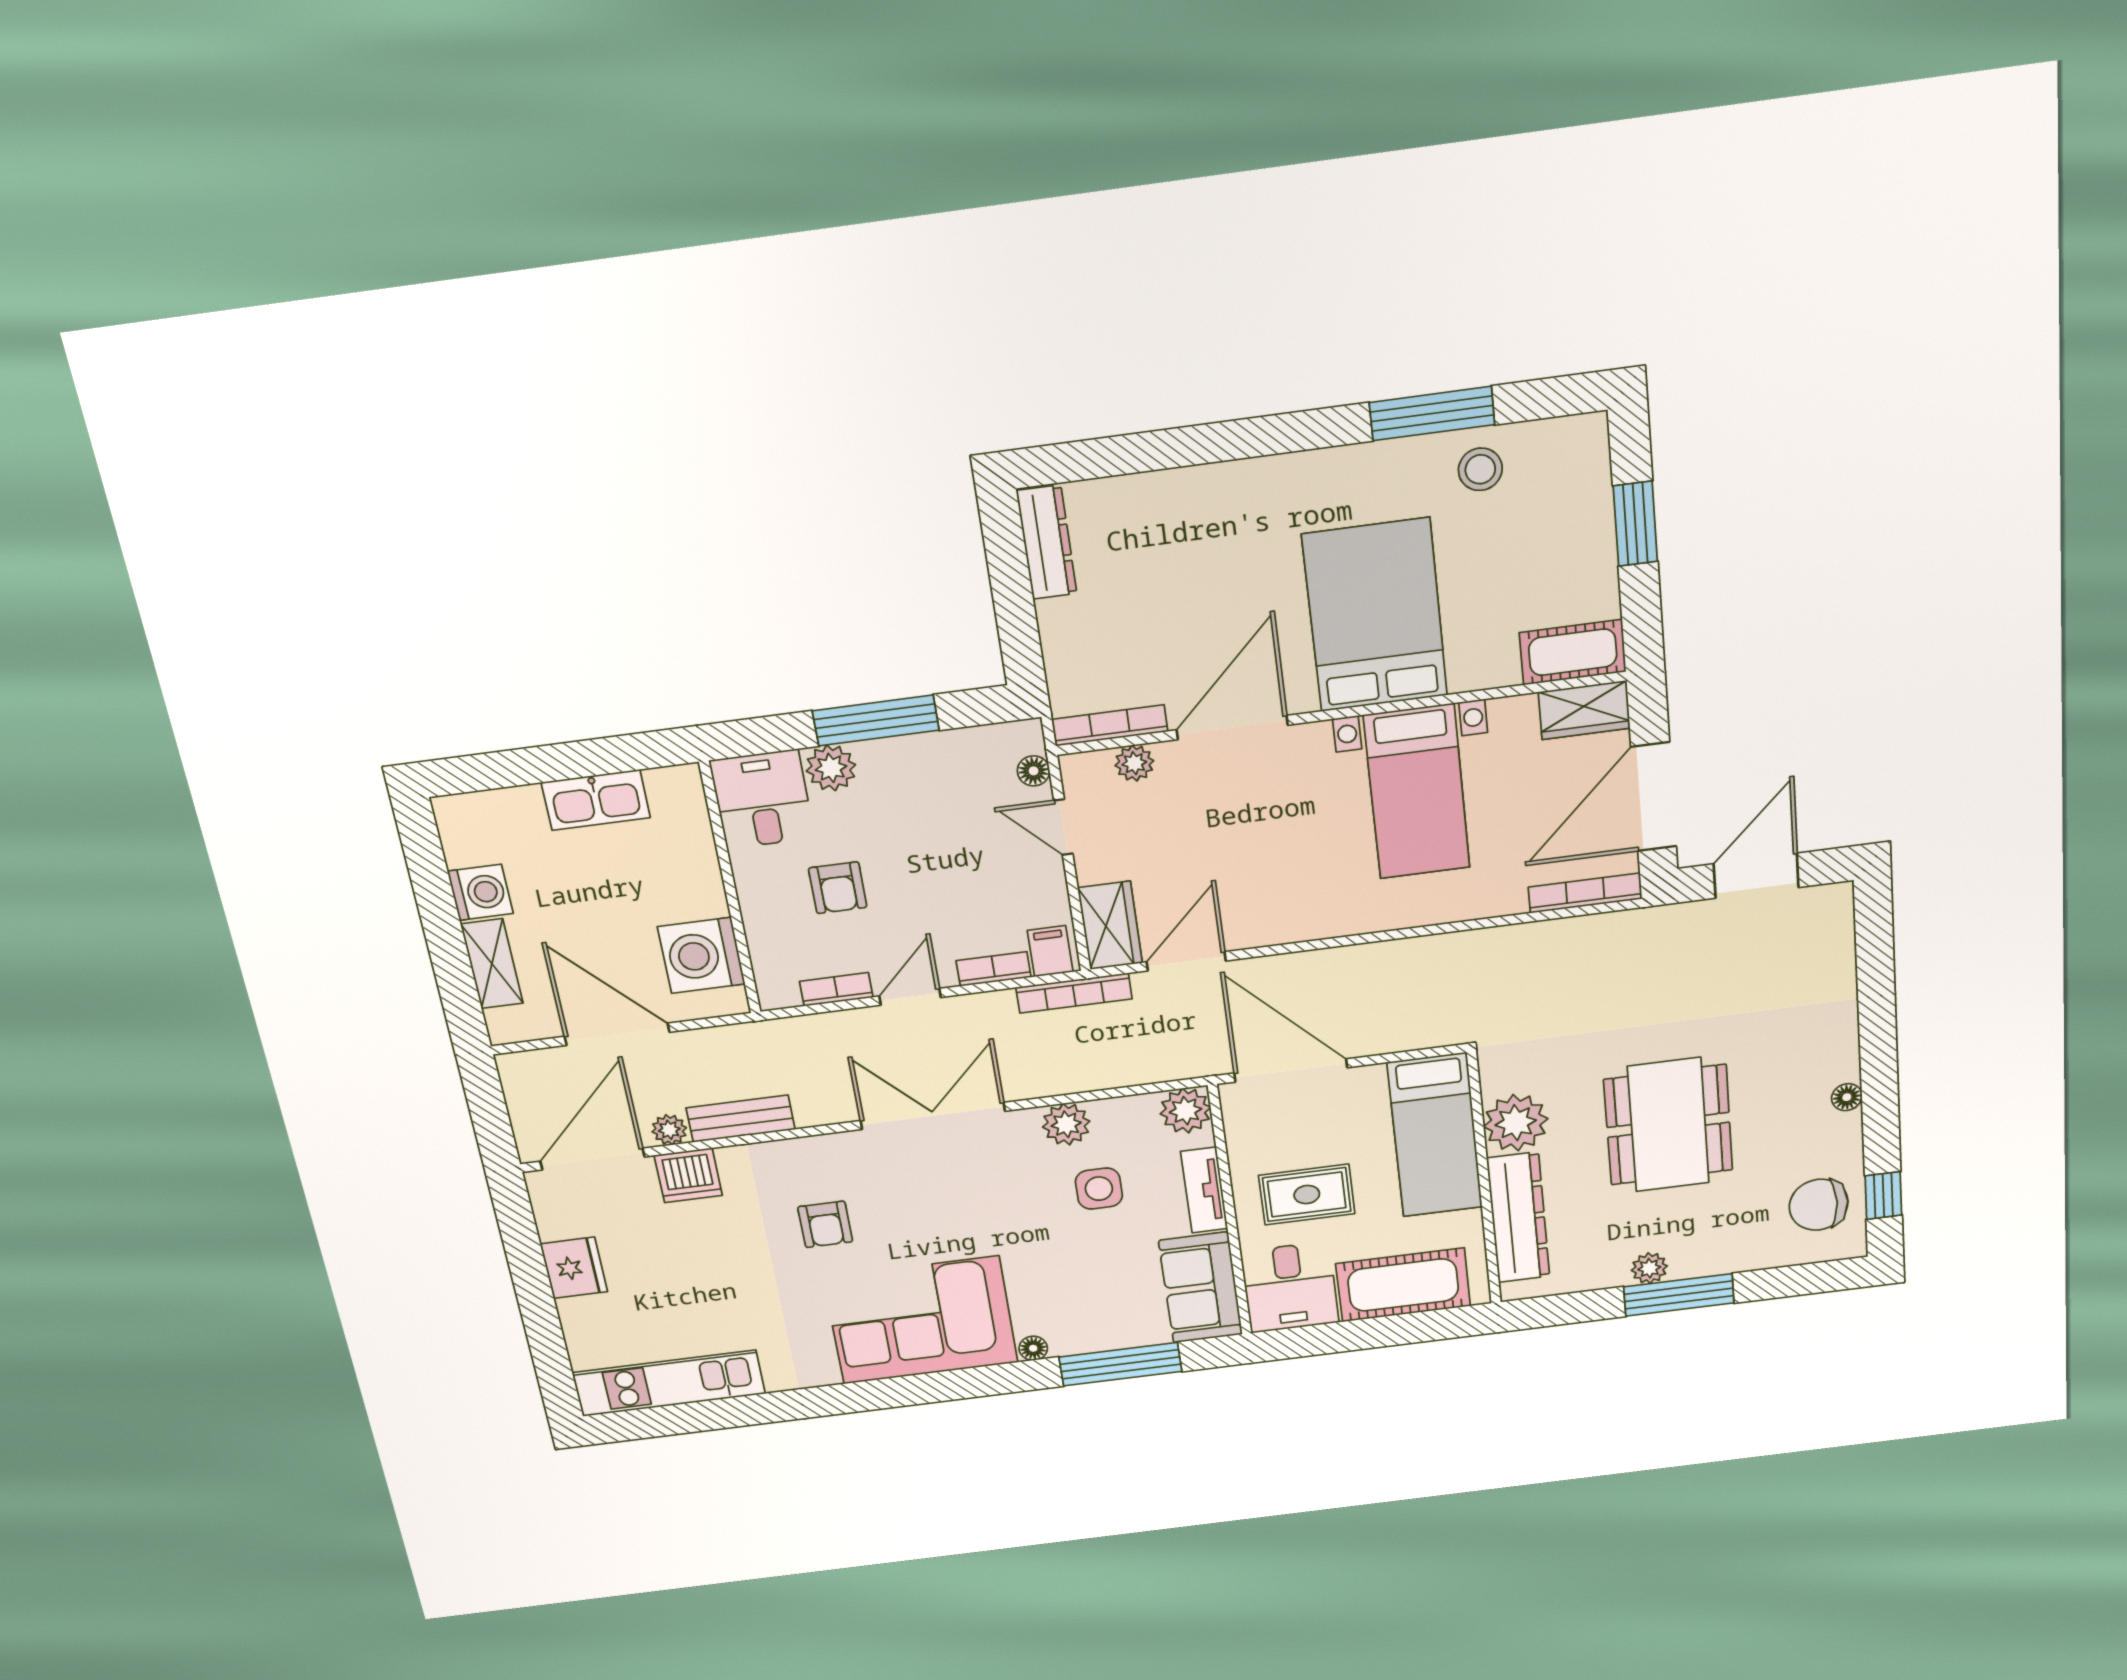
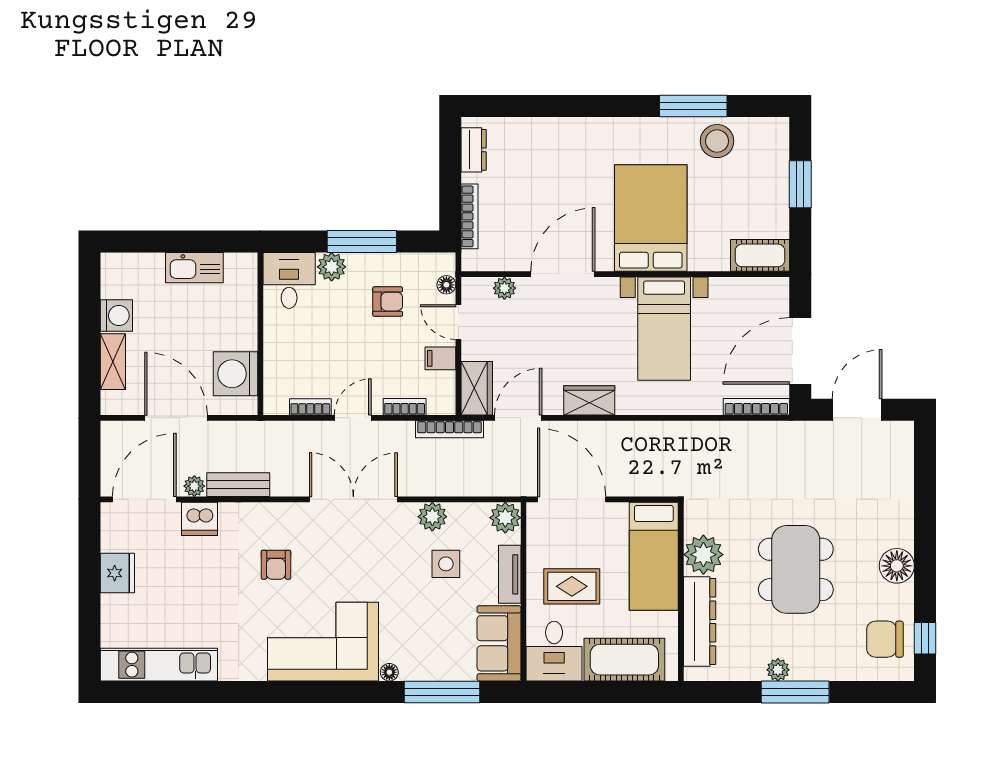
stool: (1480, 469) -> (717, 141), width x1.38, depth x1.38
dresser: (1047, 542) -> (474, 150), width x0.70
wardrobe: (1584, 710) -> (589, 400), moved, turned 180
bookcase: (1110, 725) -> (469, 216), moved, turned 90
armchair: (838, 888) -> (388, 302), moved, turned -90
filing cabinet: (1050, 951) -> (440, 358), moved, turned -90
floor lamp: (1847, 1097) -> (897, 566), width x1.89, depth x1.89

